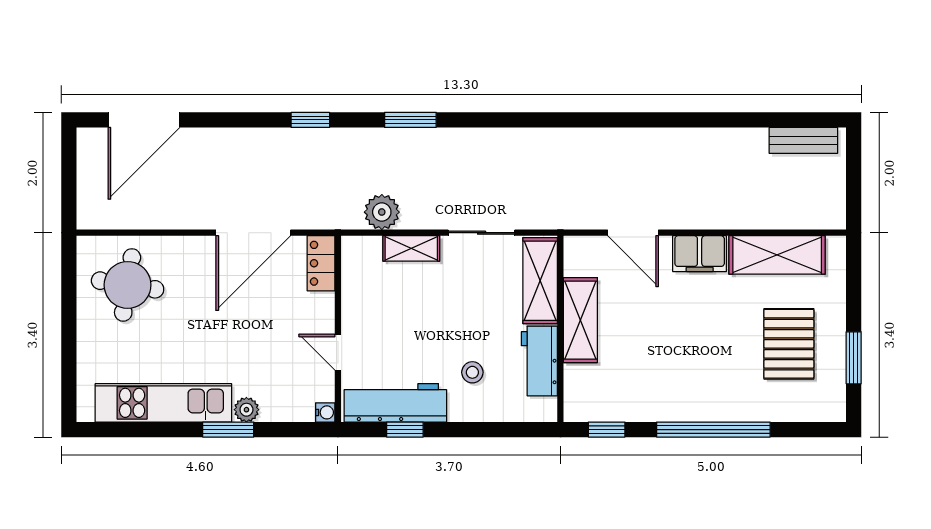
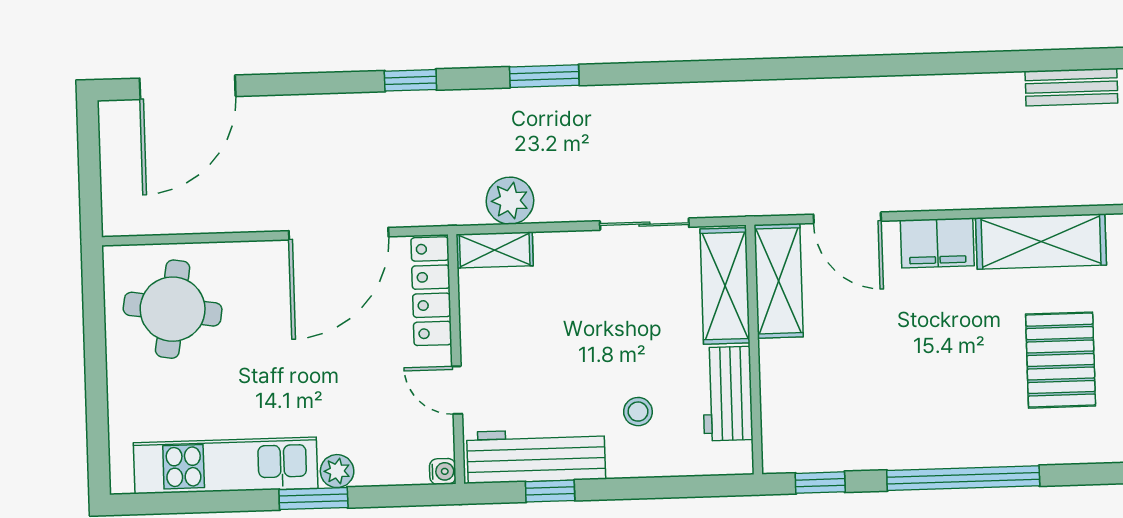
shelving: (411, 248) -> (495, 250), moved
locker: (321, 263) -> (431, 291), width x1.53
shelving: (580, 320) -> (779, 281), moved

